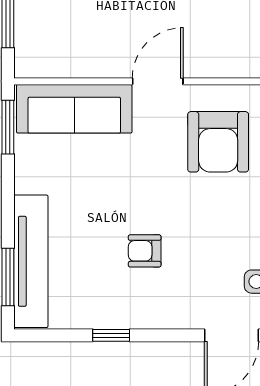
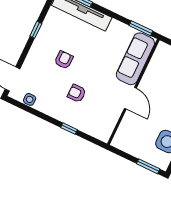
armchair: (218, 142) -> (77, 93), moved, width x0.53, depth x0.53

